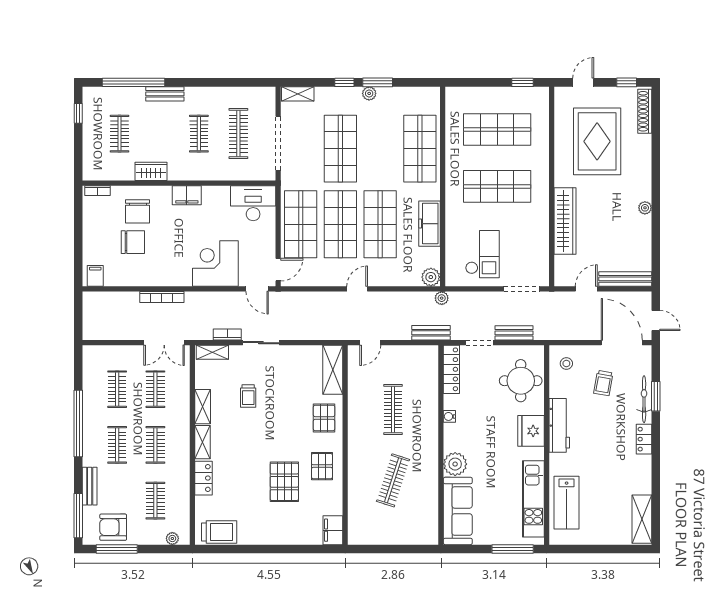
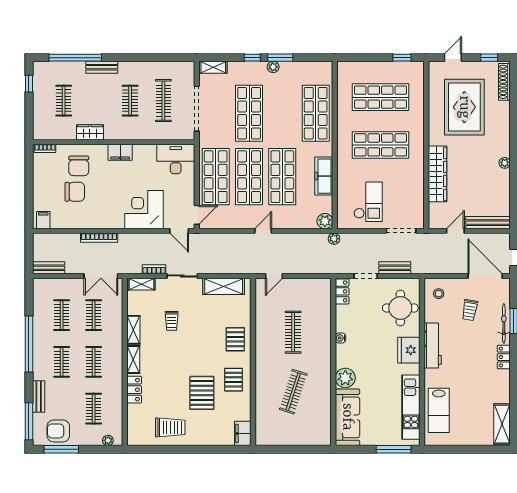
bench: (431, 333) -> (49, 268), moved
locker: (451, 369) -> (342, 291), width x0.66
shelving: (333, 370) -> (224, 286), moved, turned 90
trolley: (219, 532) -> (170, 427), moved

